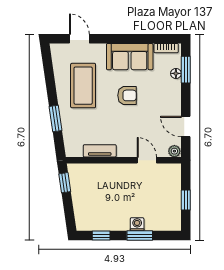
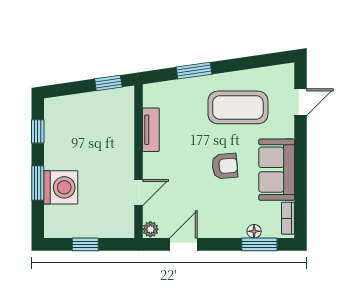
armchair: (127, 95) -> (225, 166), turned -95
washing machine: (137, 224) -> (61, 187), width x1.89, depth x1.89

